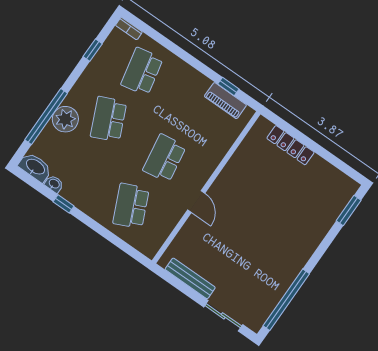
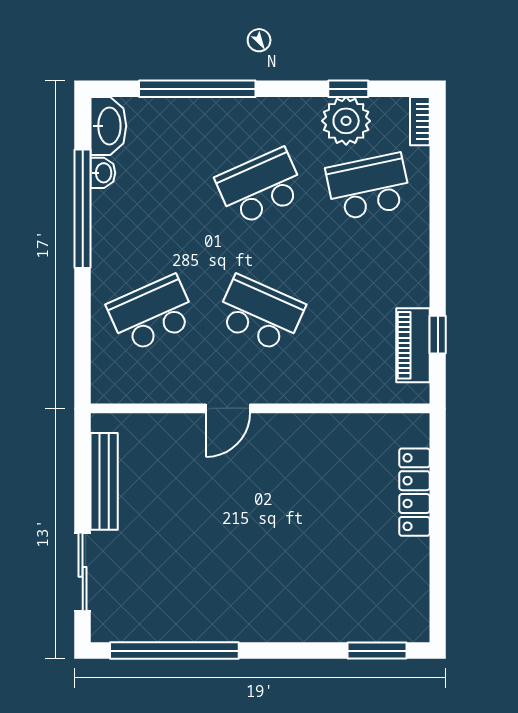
plant: (65, 119) -> (346, 121), moved
school desk: (164, 158) -> (260, 314), turned 33
window: (64, 204) -> (83, 209), width x3.17

